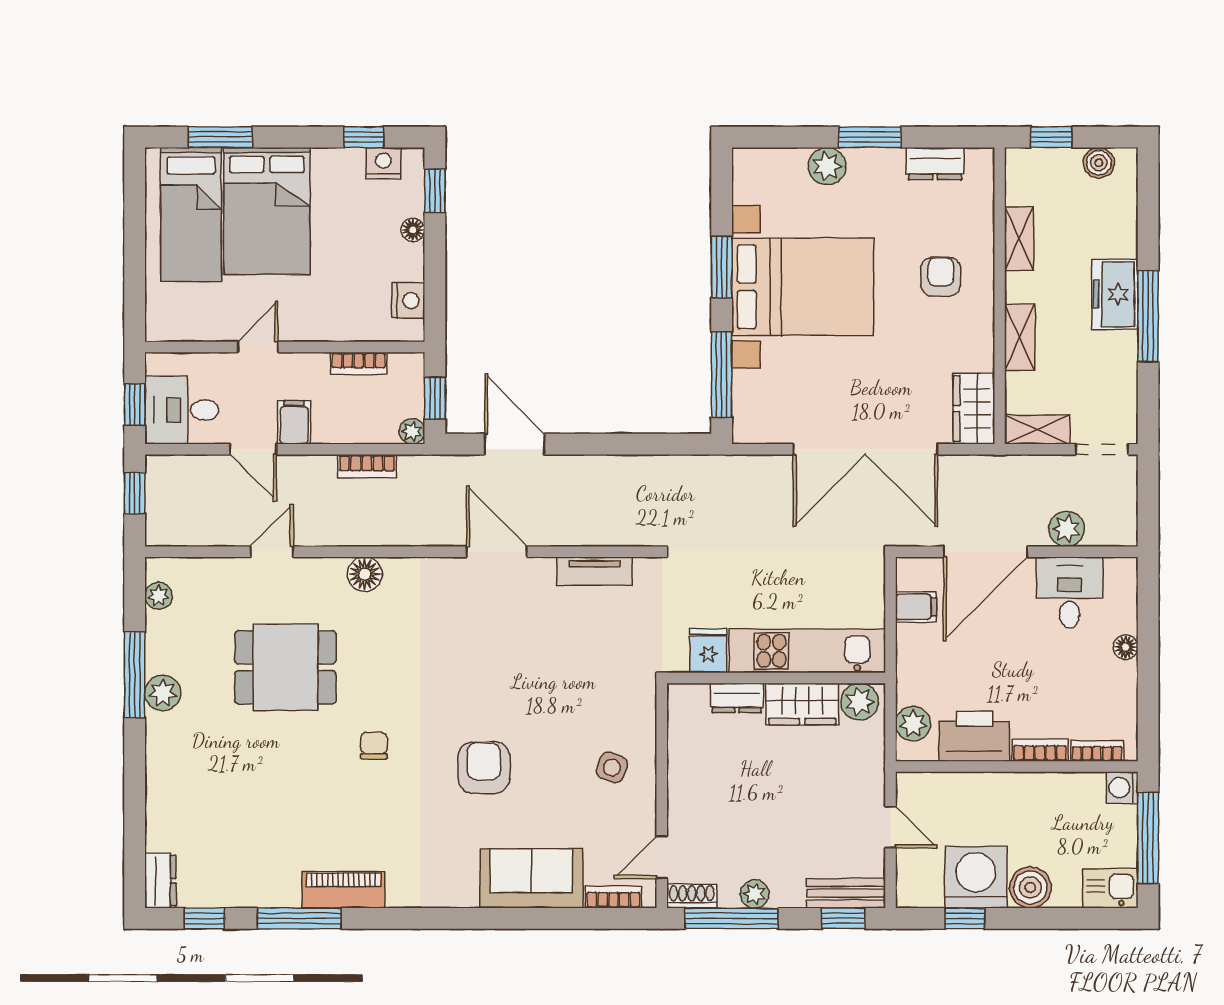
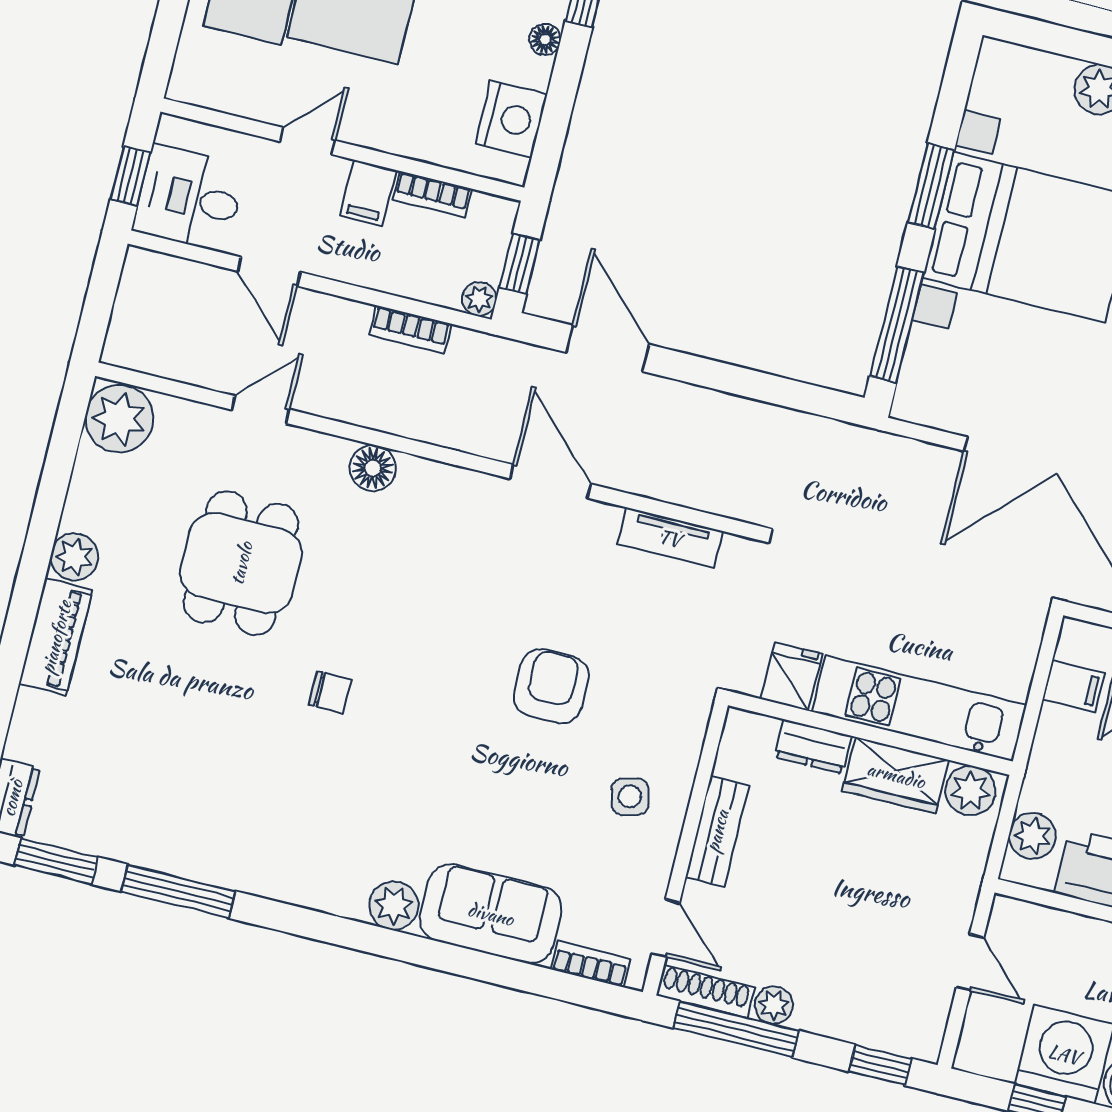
nightstand: (408, 301) -> (511, 119), width x1.36, depth x1.33
filing cabinet: (294, 422) -> (368, 193), moved, turned 180
window: (135, 493) -> (102, 290), removed
plant: (159, 596) -> (119, 419), width x1.88, depth x1.88
dining table: (285, 667) -> (241, 563), turned 90
window: (135, 675) -> (44, 525), removed
chair: (374, 746) -> (330, 692), turned 90
armchair: (484, 768) -> (551, 686), moved
side table: (612, 768) -> (630, 797), turned -36
door: (662, 857) -> (666, 928), swing flipped
piano: (343, 890) -> (56, 637), moved, turned 90
plant: (459, 890) -> (394, 906), added
bench: (846, 893) -> (717, 831), moved, turned 90
shoe rack: (692, 896) -> (706, 991), width x1.43
window: (204, 918) -> (56, 861), width x1.50

